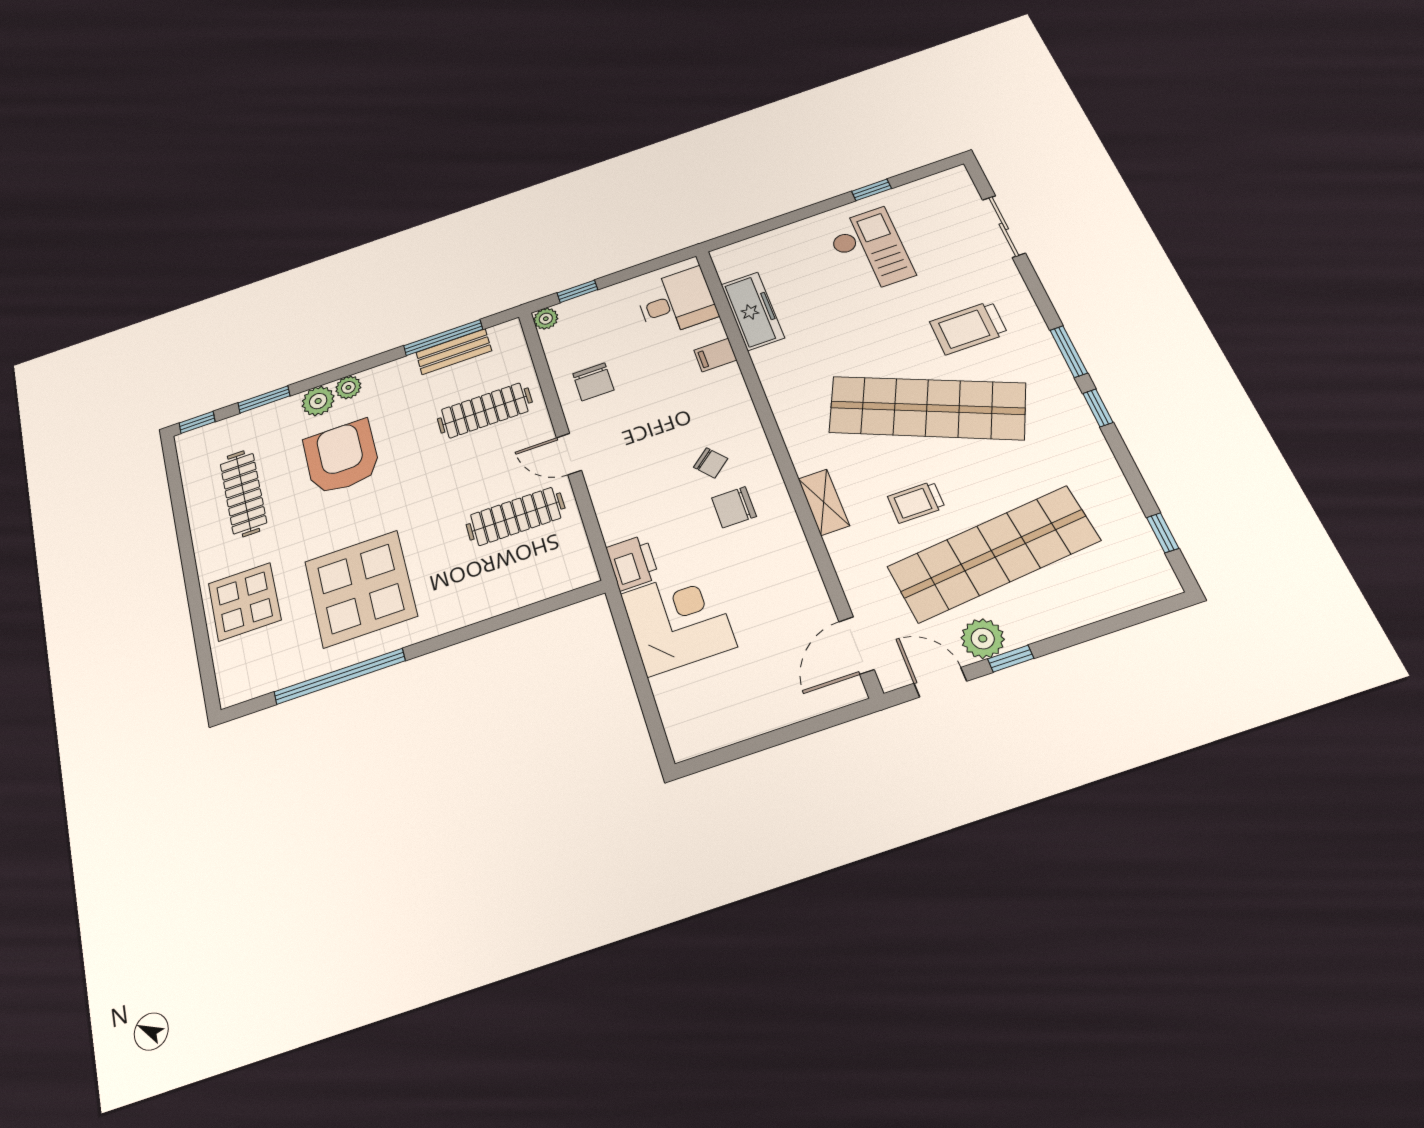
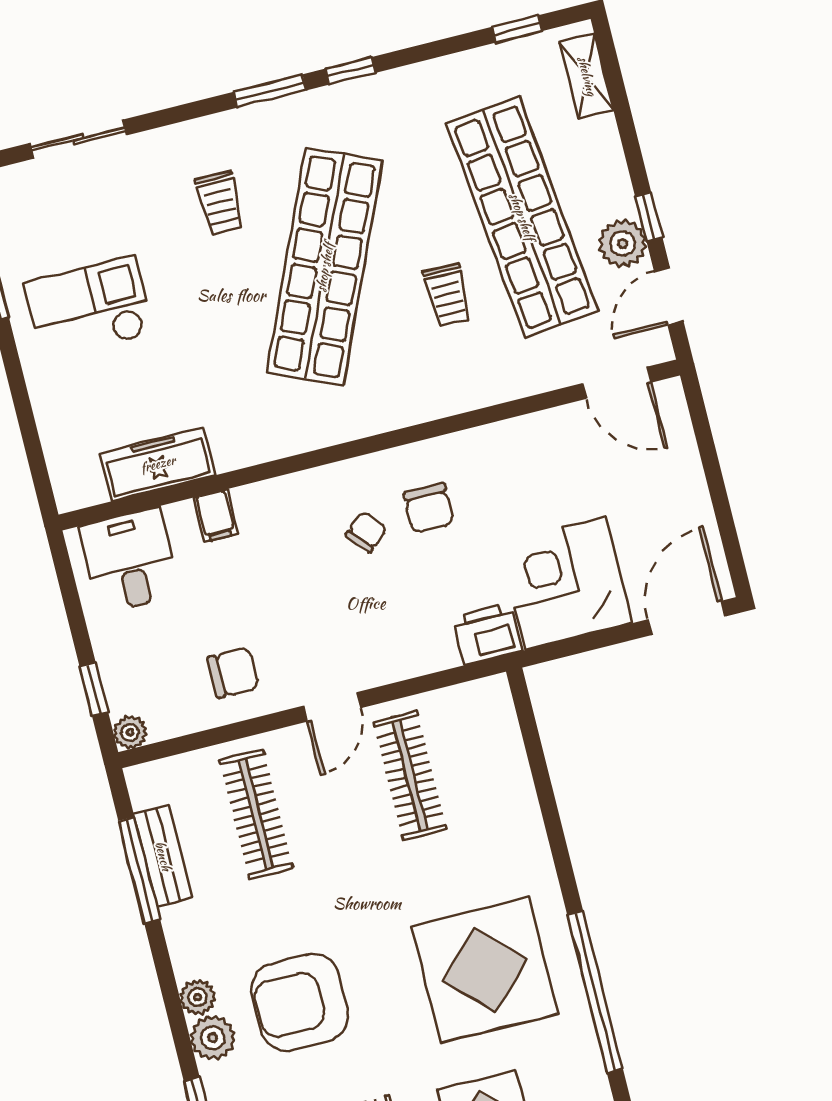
trolley: (968, 328) -> (220, 203), width x0.73, depth x0.72
shelving: (824, 502) -> (587, 76), moved, turned 90
door: (654, 723) -> (687, 618), added

